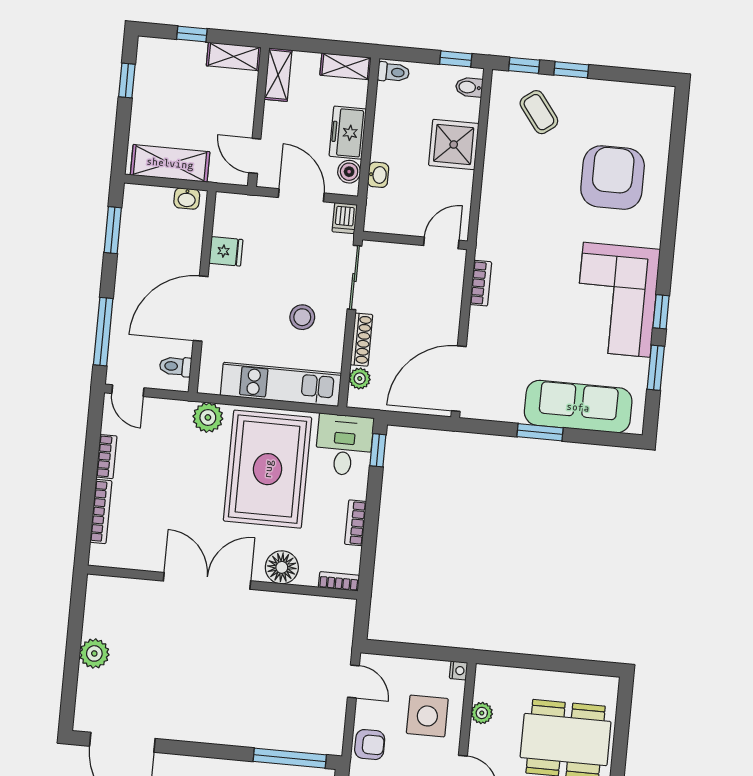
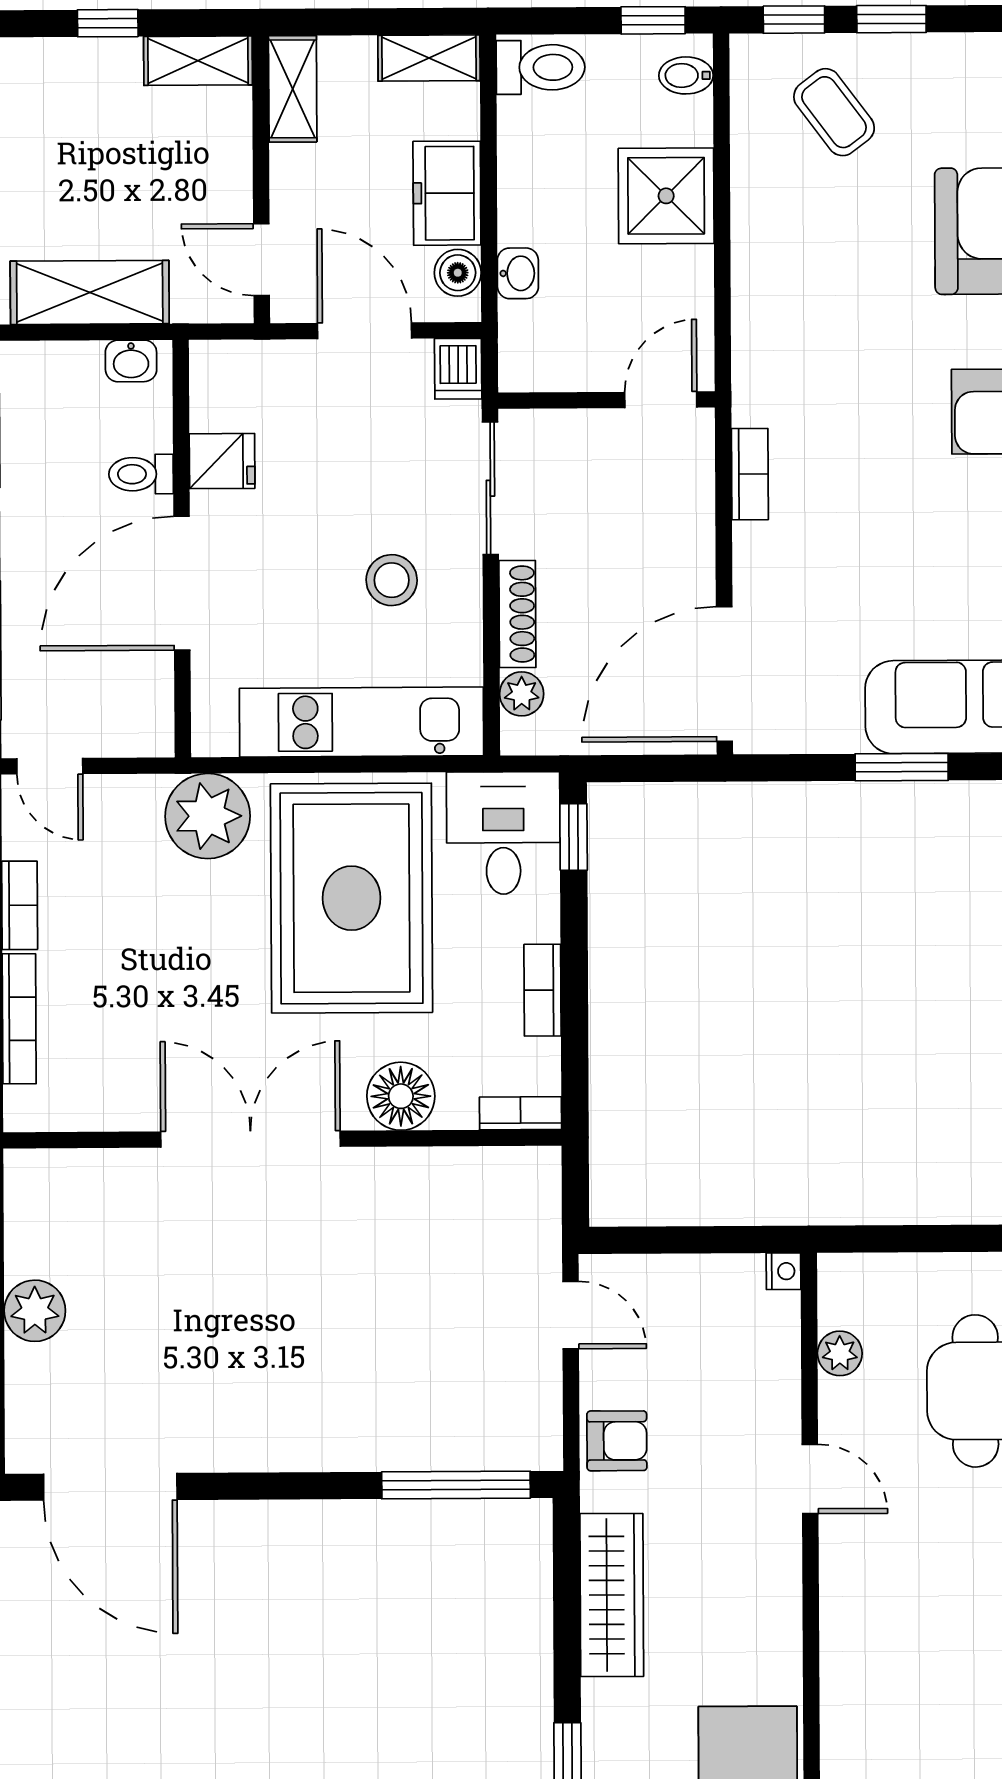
toilet: (393, 72) -> (541, 67), width x1.37, depth x1.39
toilet: (175, 366) -> (141, 474), moved
plant: (208, 417) -> (208, 816), width x1.36, depth x1.36
side table: (427, 716) -> (729, 1371), removed

